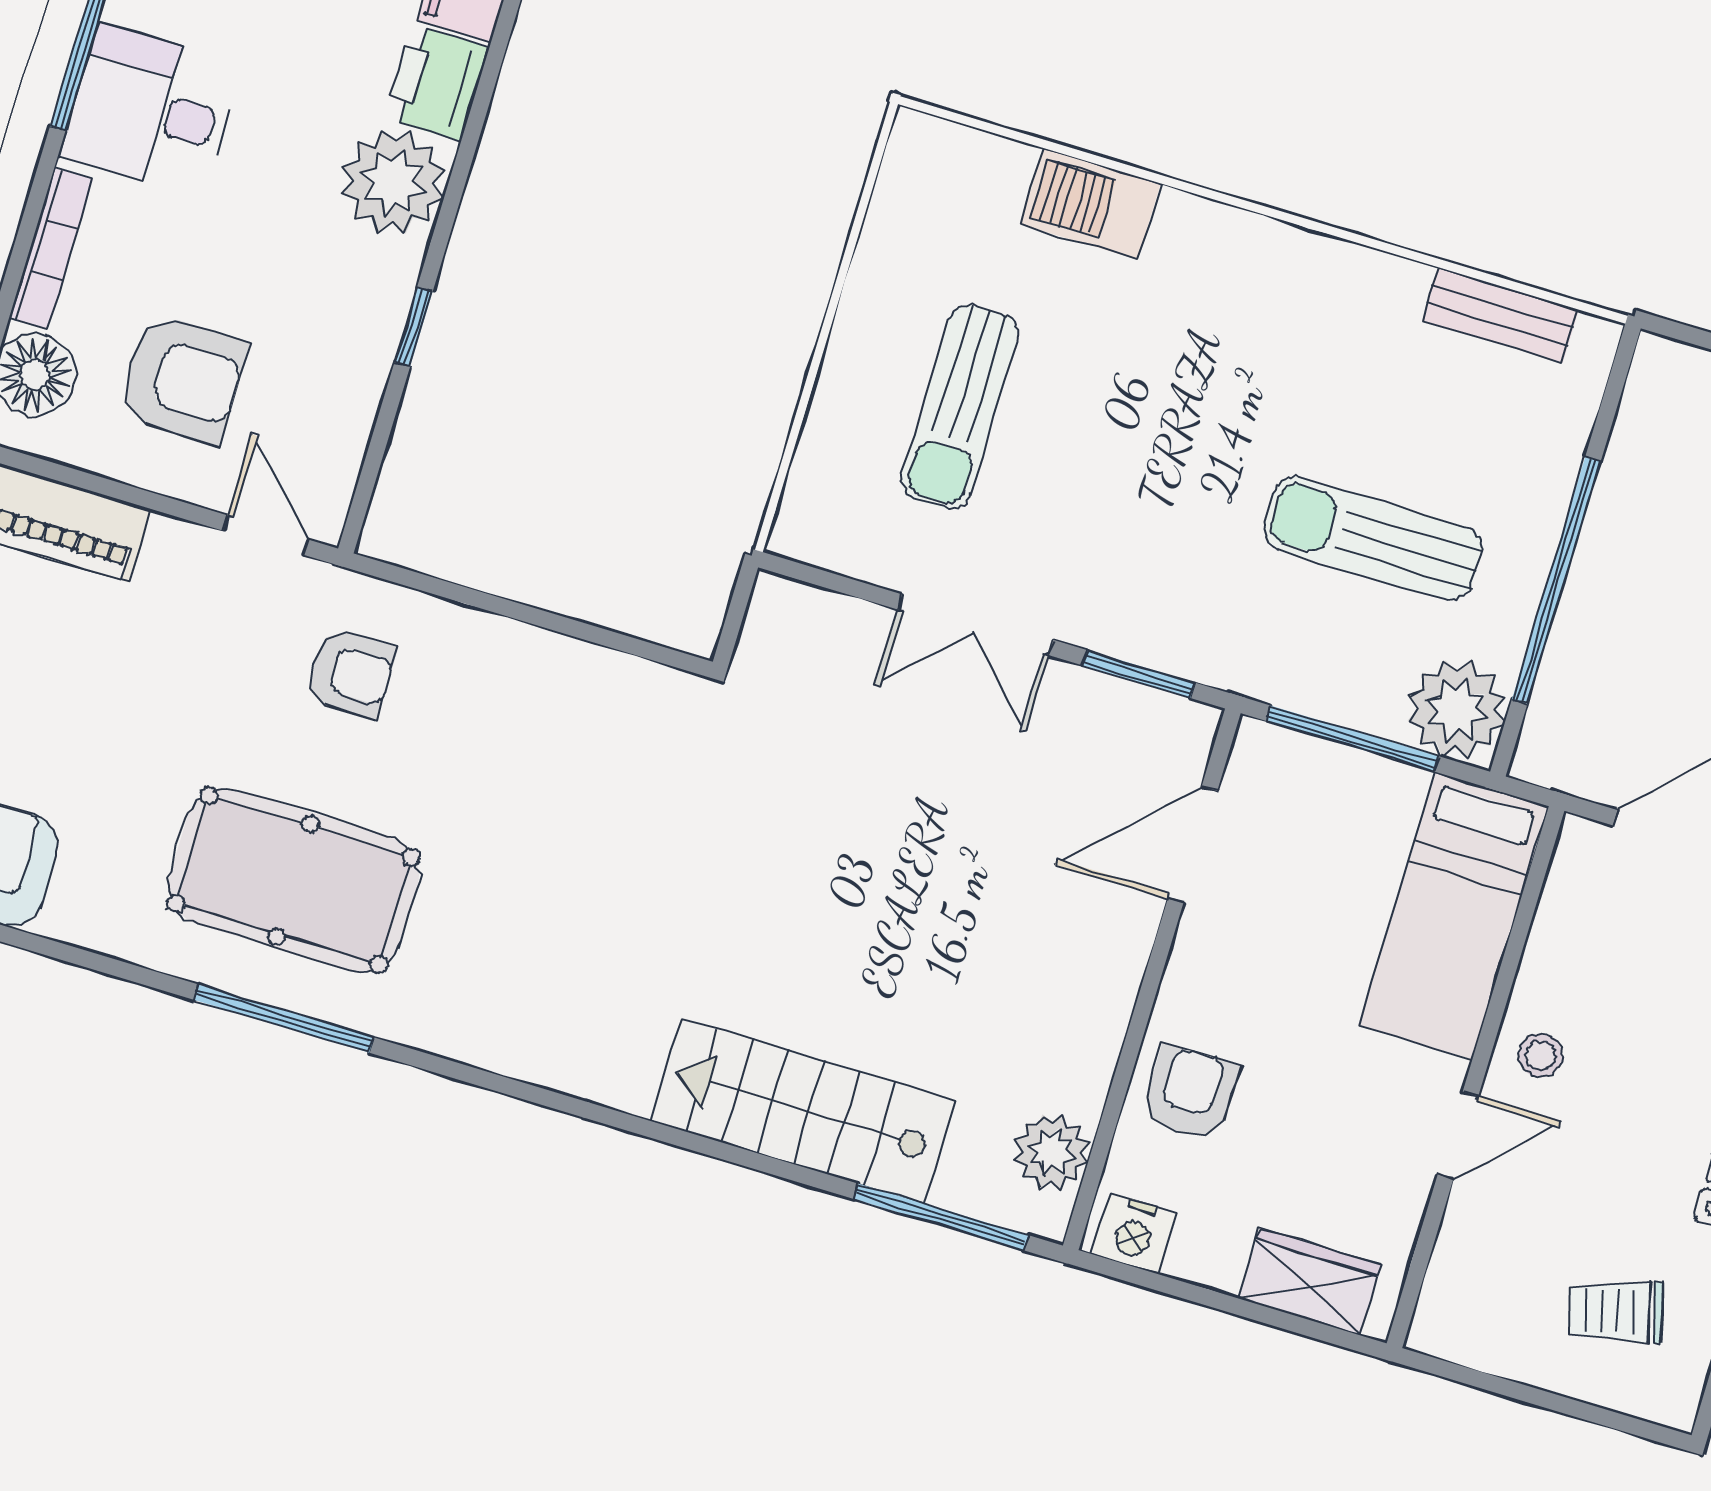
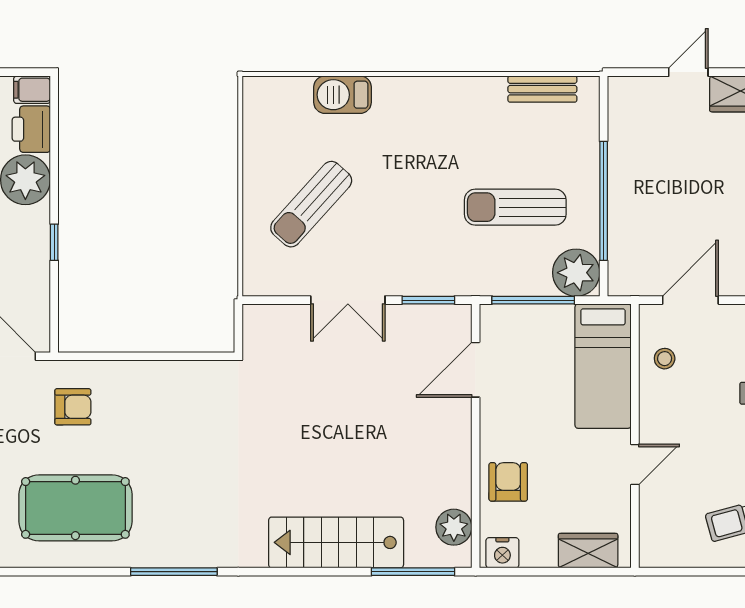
sun lounger: (960, 407) -> (311, 204), turned 42
window: (284, 1019) -> (174, 572), moved
stool: (1540, 1056) -> (665, 359), moved

